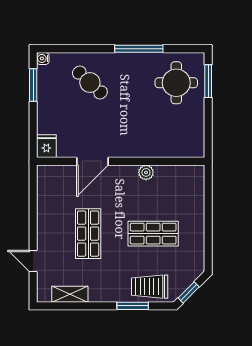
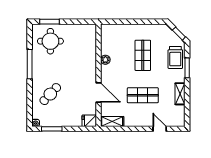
shelving: (45, 184) -> (112, 122), added
door: (33, 261) -> (160, 129), swing flipped
shelving: (70, 294) -> (180, 94), moved

